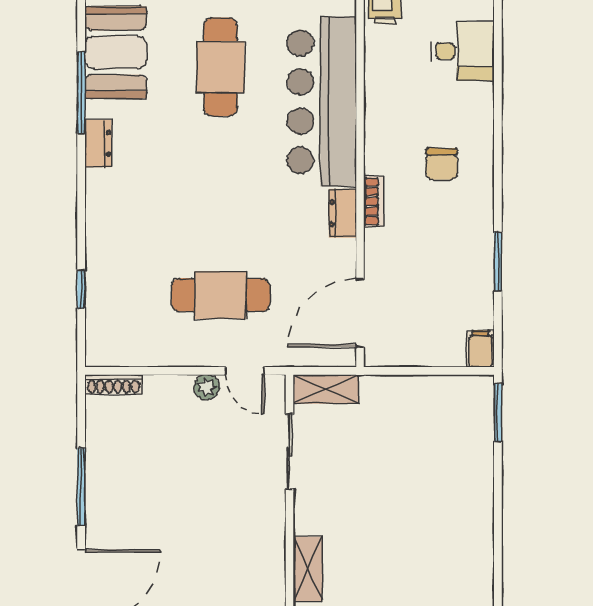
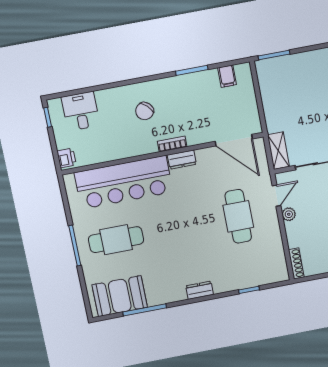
dresser: (98, 143) -> (200, 290), moved
chair: (442, 164) -> (145, 111), turned 134
filing cabinet: (481, 349) -> (227, 76), moved, turned -90

